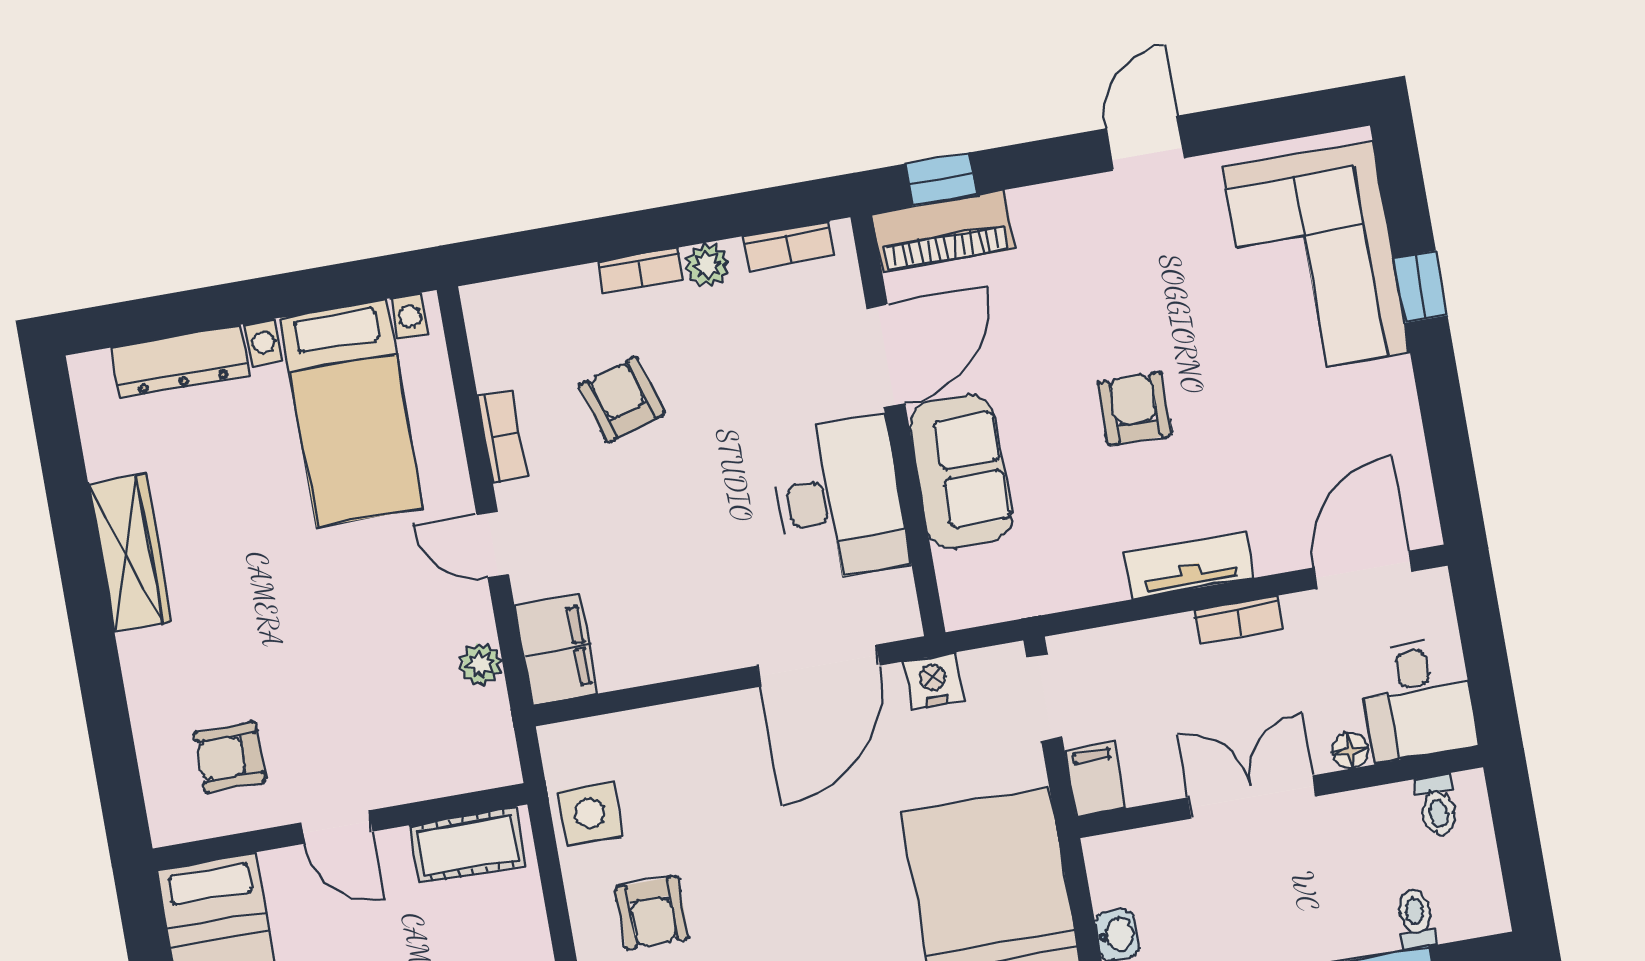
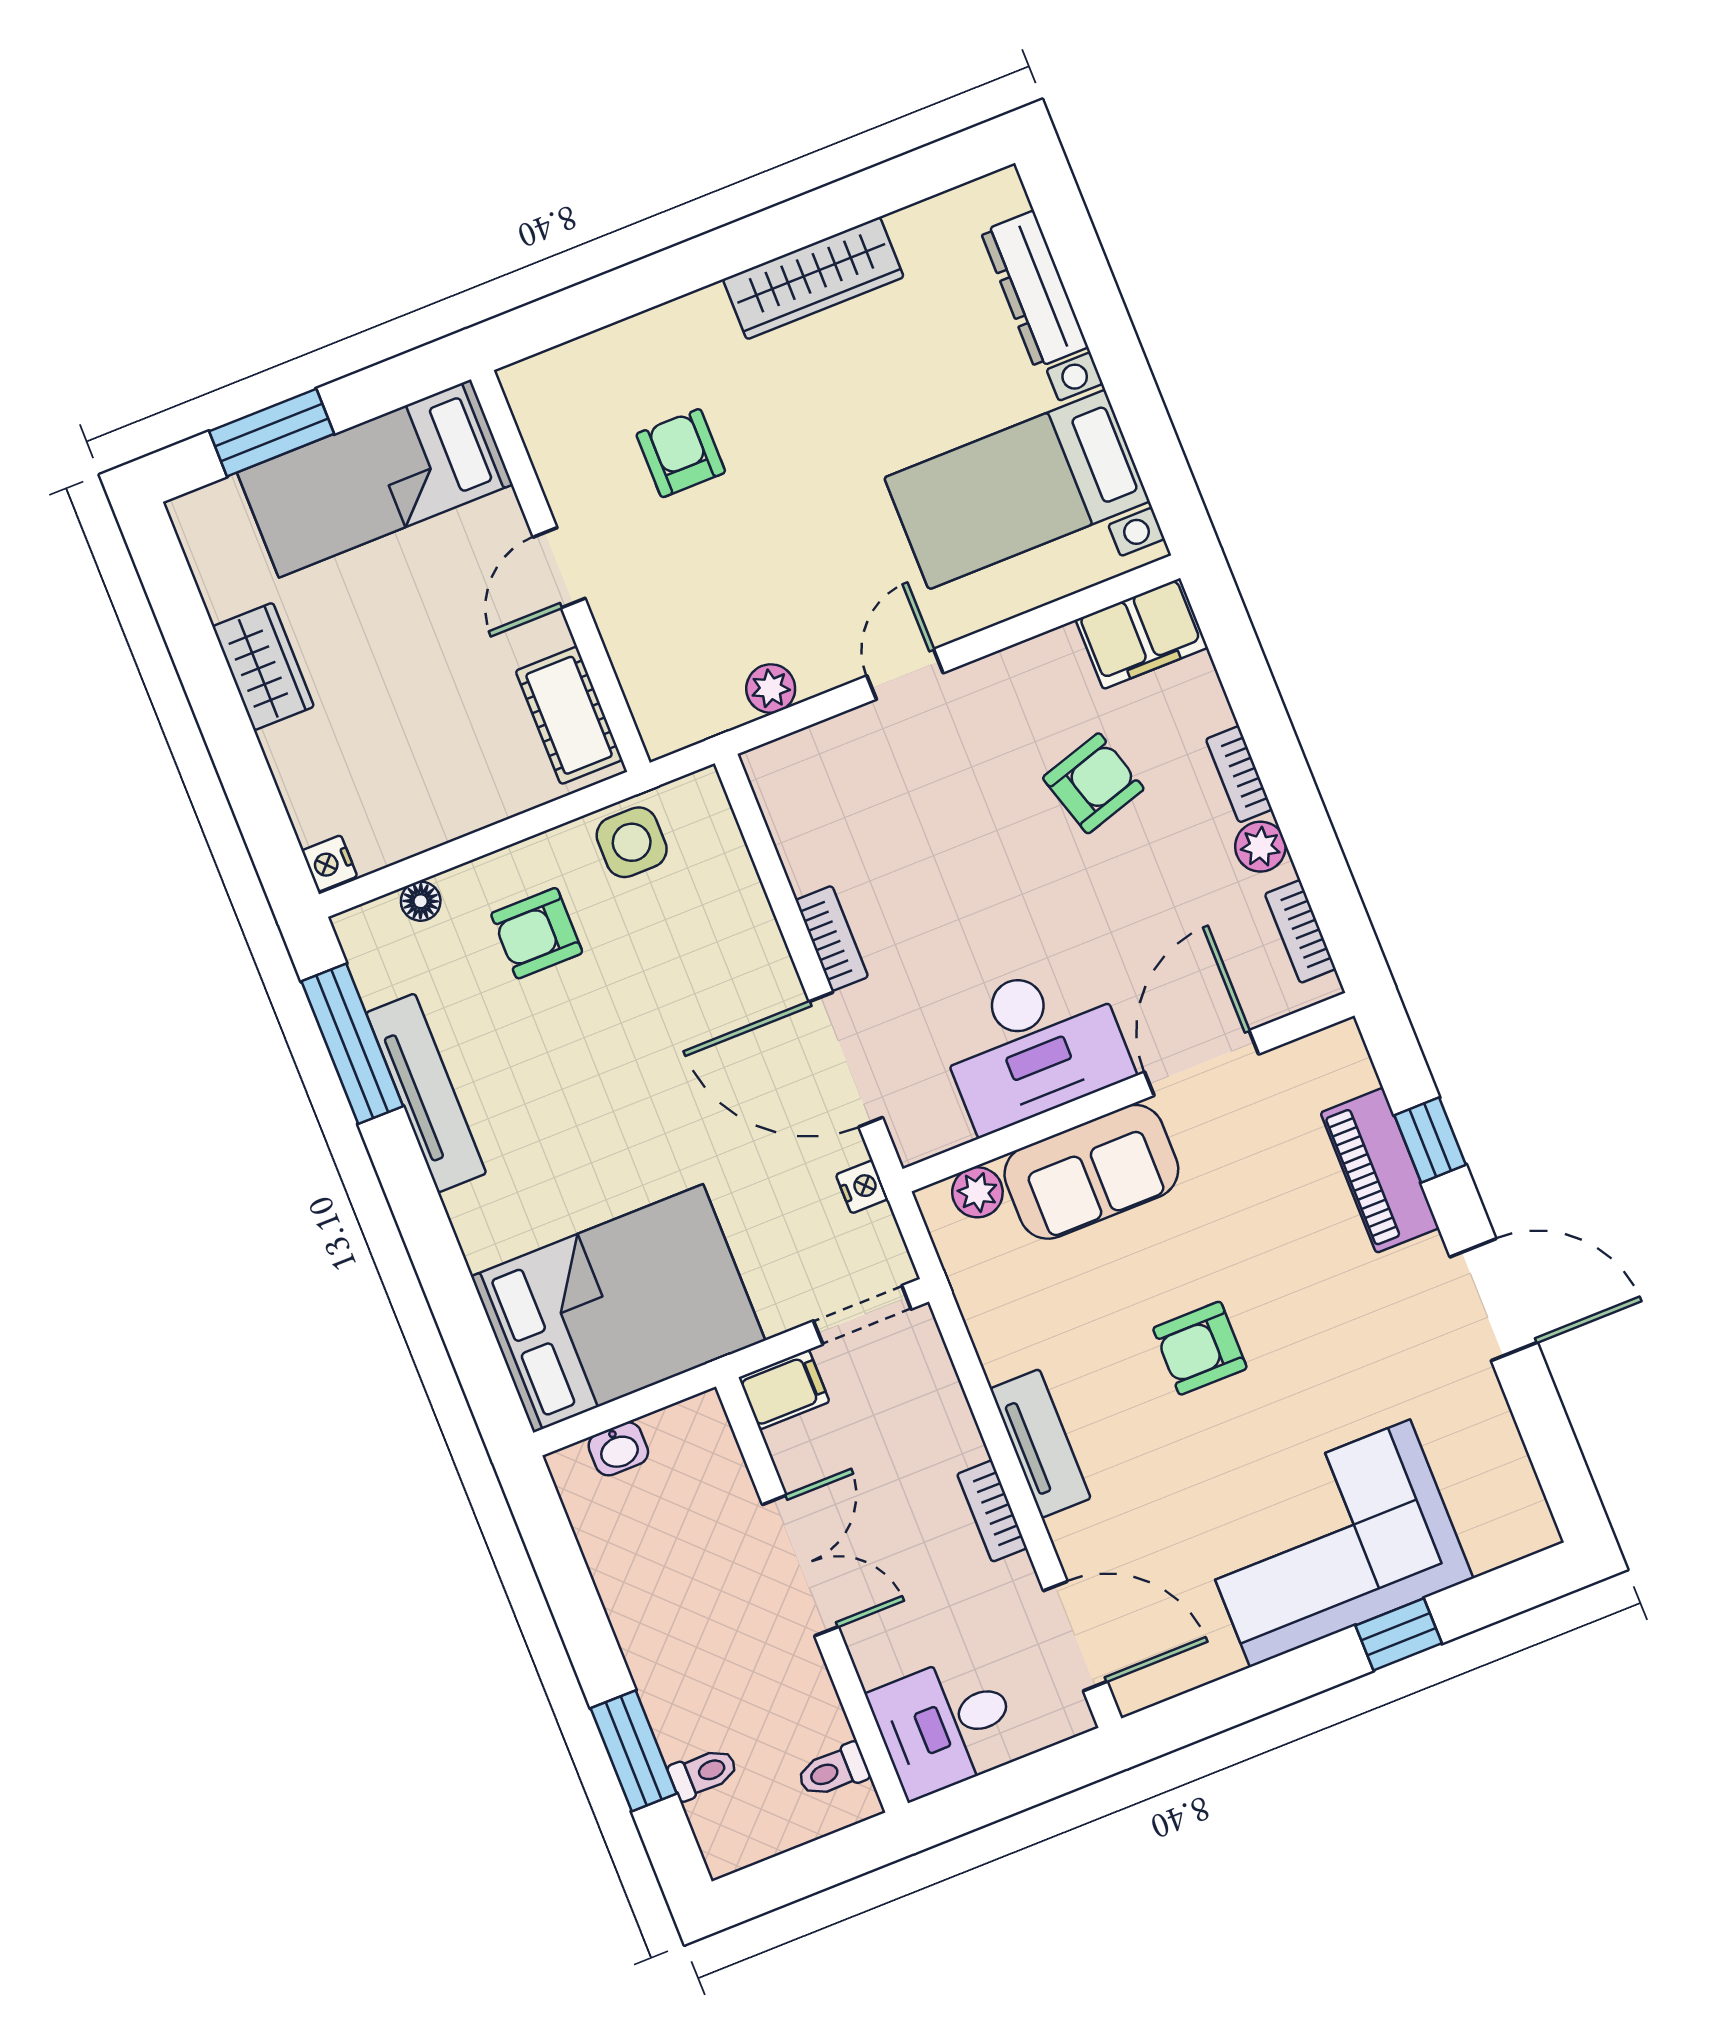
door: (1145, 143) -> (1494, 1300), width x1.38
window: (941, 179) -> (1430, 1140), moved
piano: (943, 231) -> (1380, 1170), moved
corner sofa: (1316, 260) -> (1330, 1543), moved
door: (886, 356) -> (1202, 1063), swing flipped
armchair: (1134, 409) -> (1200, 1348), turned 180
bookcase: (502, 436) -> (832, 938), moved, turned -90
plant: (958, 575) -> (977, 1192), added
filing cabinet: (556, 650) -> (1142, 634), moved
nightstand: (933, 681) -> (862, 1187), width x0.72, depth x0.74
floor lamp: (1350, 751) -> (874, 1663), removed
armchair: (230, 757) -> (681, 453), moved

